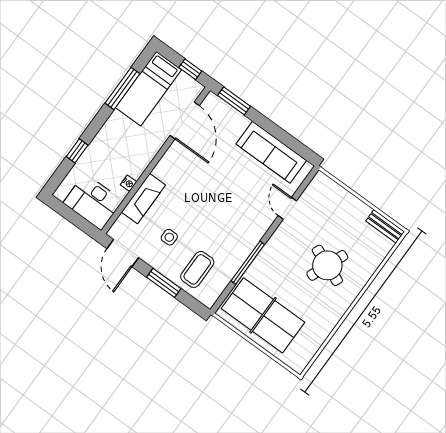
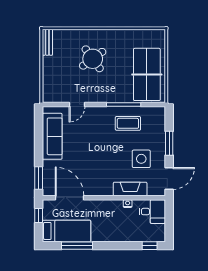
door: (185, 120) -> (70, 198), hinge flipped
window: (77, 151) -> (150, 246), moved
desk: (93, 202) -> (152, 212), width x0.73
side table: (169, 237) -> (141, 159), width x1.87, depth x1.87
round table: (327, 265) -> (93, 59), turned 32
coffee table: (197, 269) -> (128, 123), moved

